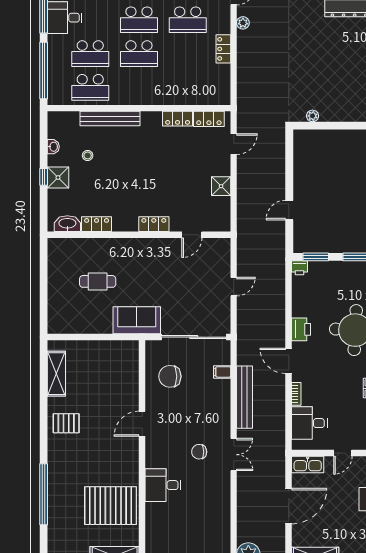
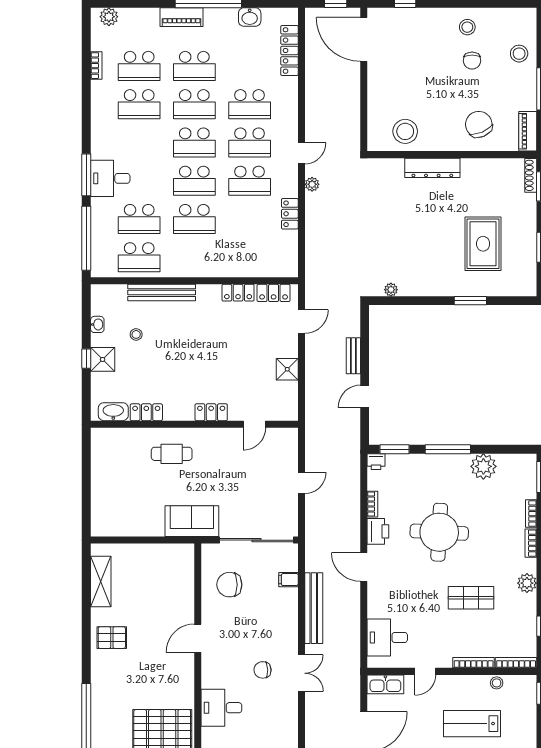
bench: (279, 174) -> (353, 356), added
cafe table: (98, 281) -> (172, 454), moved
bookcase: (296, 394) -> (372, 504), moved

